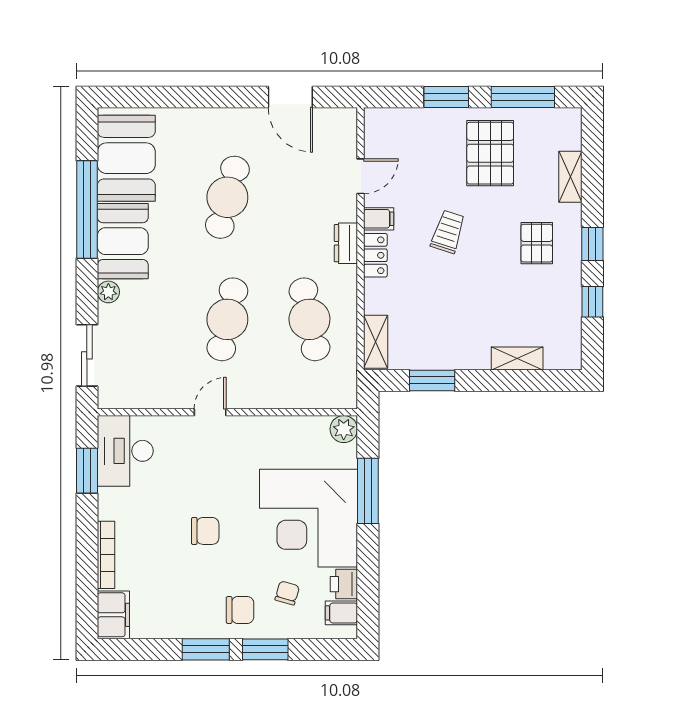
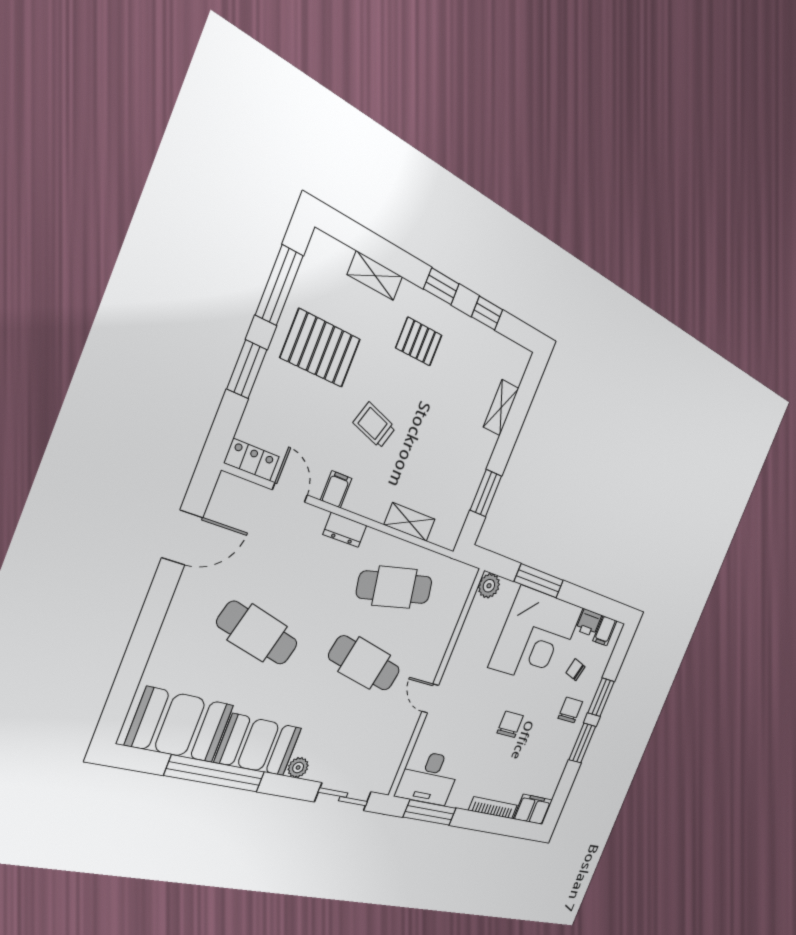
locker: (375, 255) -> (252, 460), moved
shelving: (376, 342) -> (410, 522), moved
window: (87, 471) -> (430, 813), width x1.44

